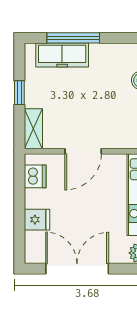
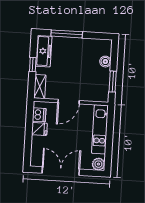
freezer: (62, 55) -> (44, 51), moved, turned -90
fridge: (37, 220) -> (39, 129), moved

